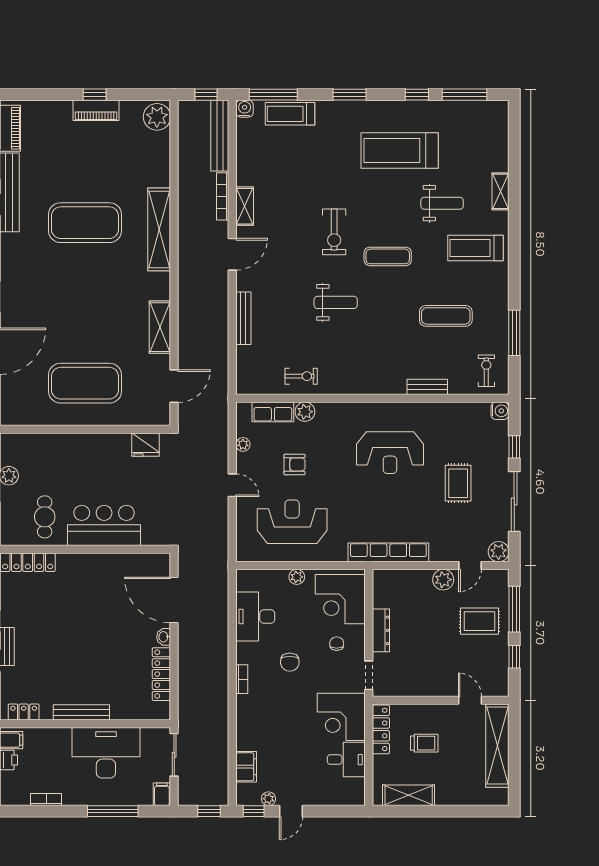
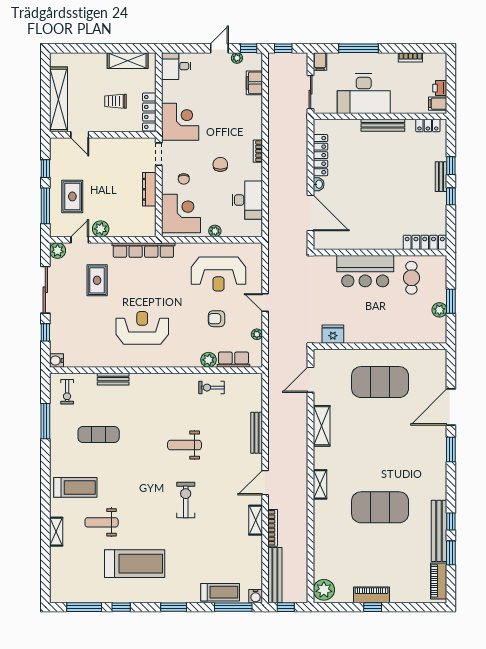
shelving: (159, 229) -> (320, 484), width x0.45, depth x0.75
exercise mat: (388, 256) -> (144, 481), removed
rug: (458, 483) -> (97, 280), moved
rug: (480, 621) -> (72, 196), turned 90
desk: (346, 760) -> (176, 66), moved

